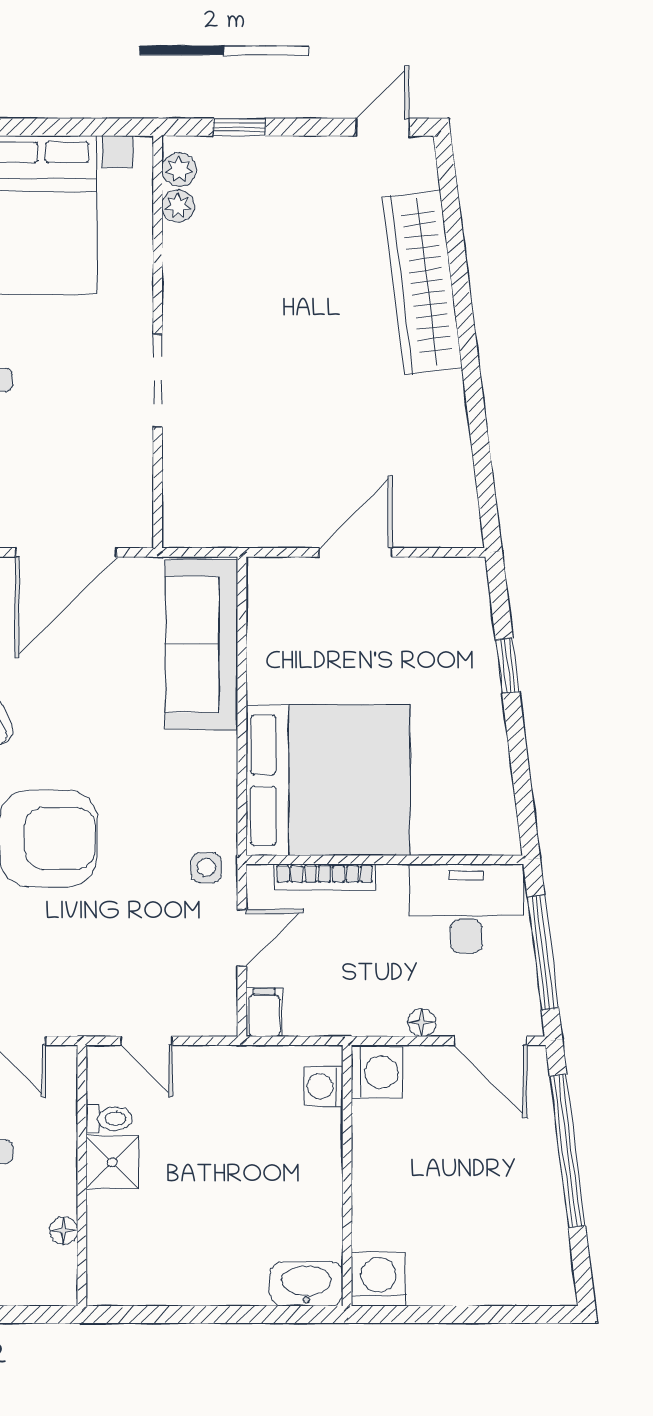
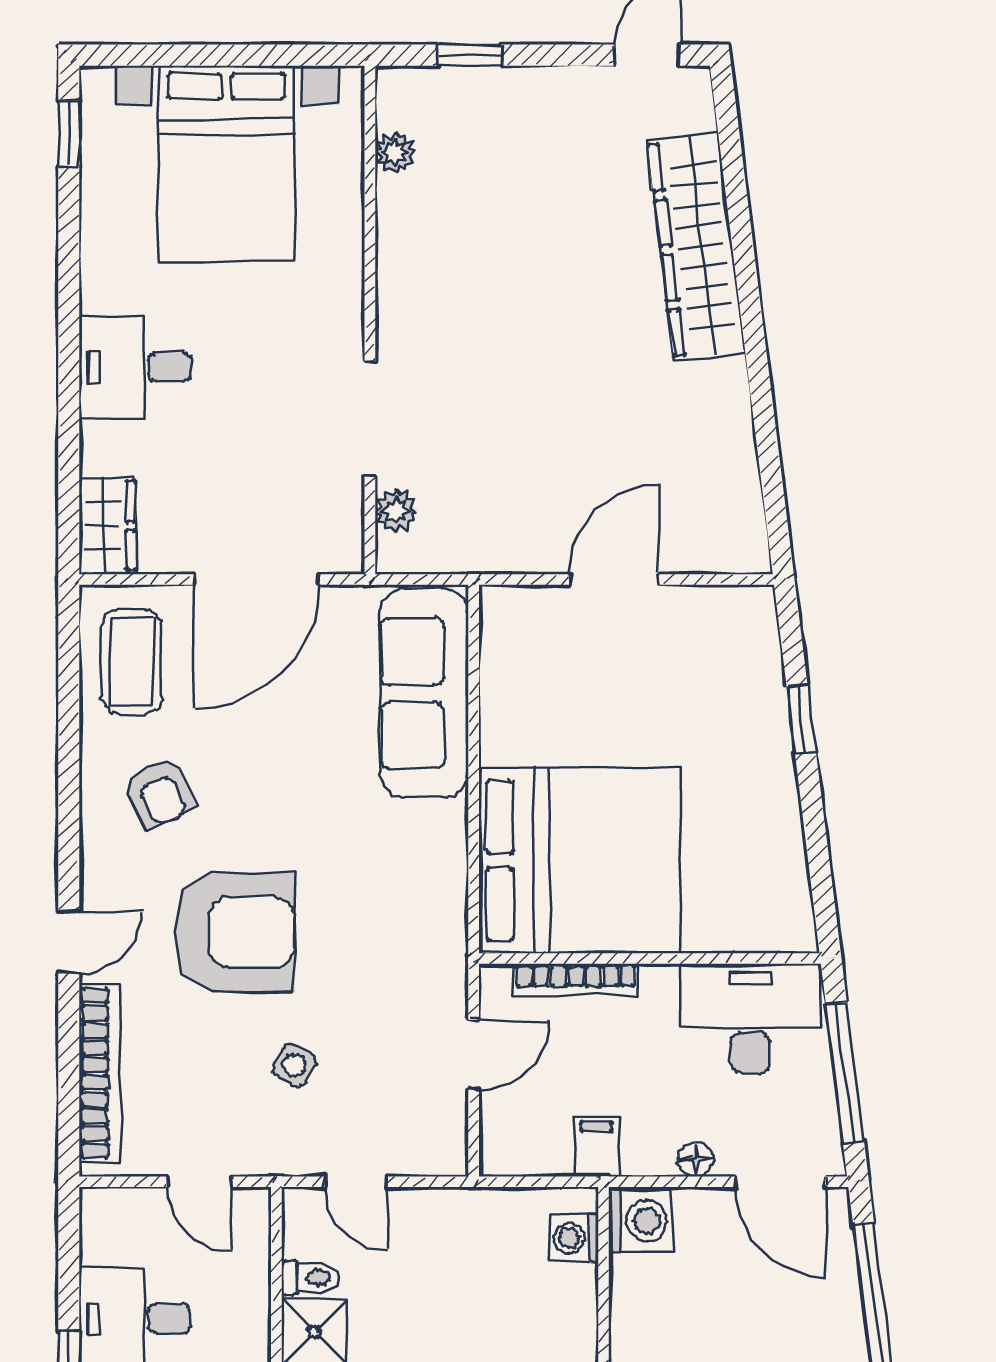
plant: (179, 169) -> (396, 511), moved
doorway: (158, 381) -> (370, 419), moved
side table: (206, 868) -> (294, 1065), moved, turned 31
filing cabinet: (264, 1012) -> (597, 1147), moved

